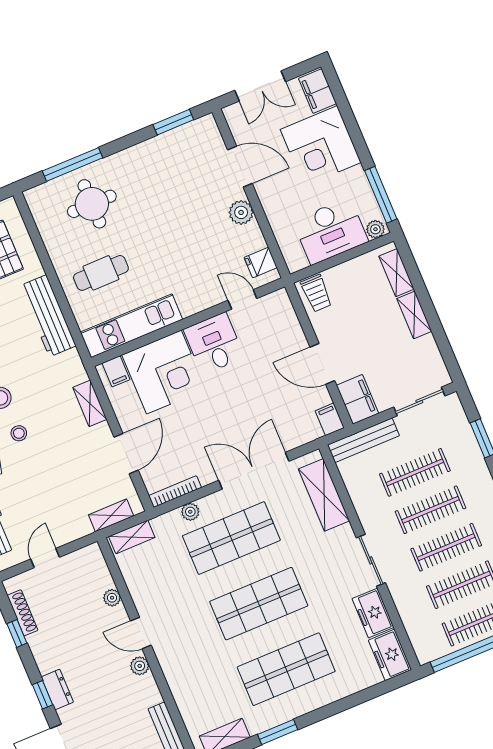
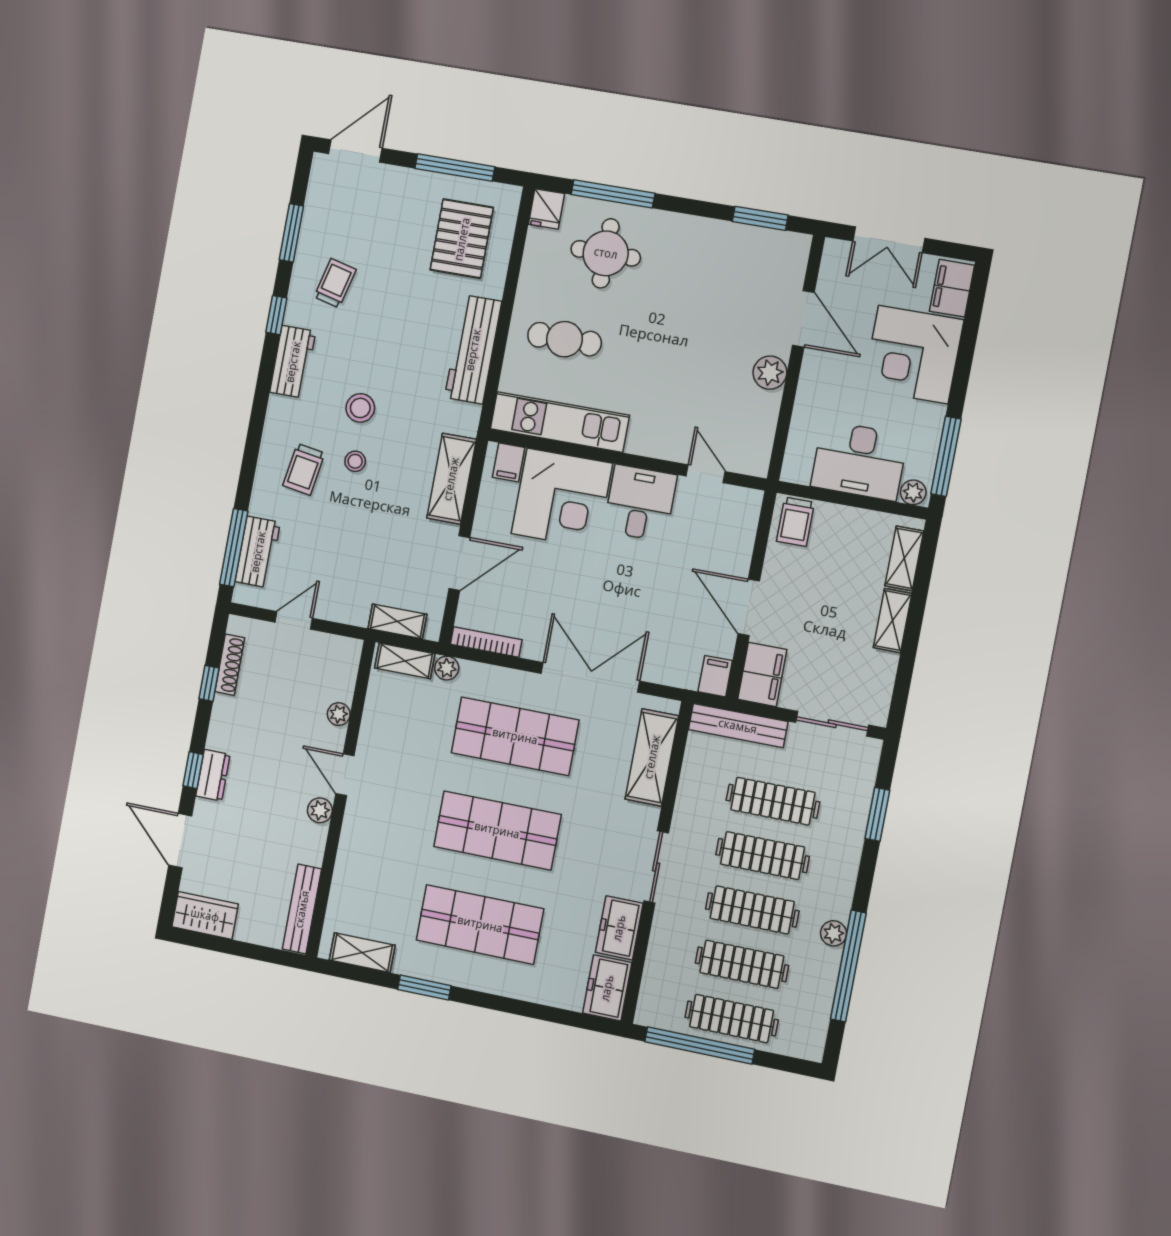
fridge: (261, 262) -> (546, 209), moved, turned -90
shelving: (90, 403) -> (451, 479), width x1.50, depth x1.33
plant: (190, 512) -> (447, 668), moved

